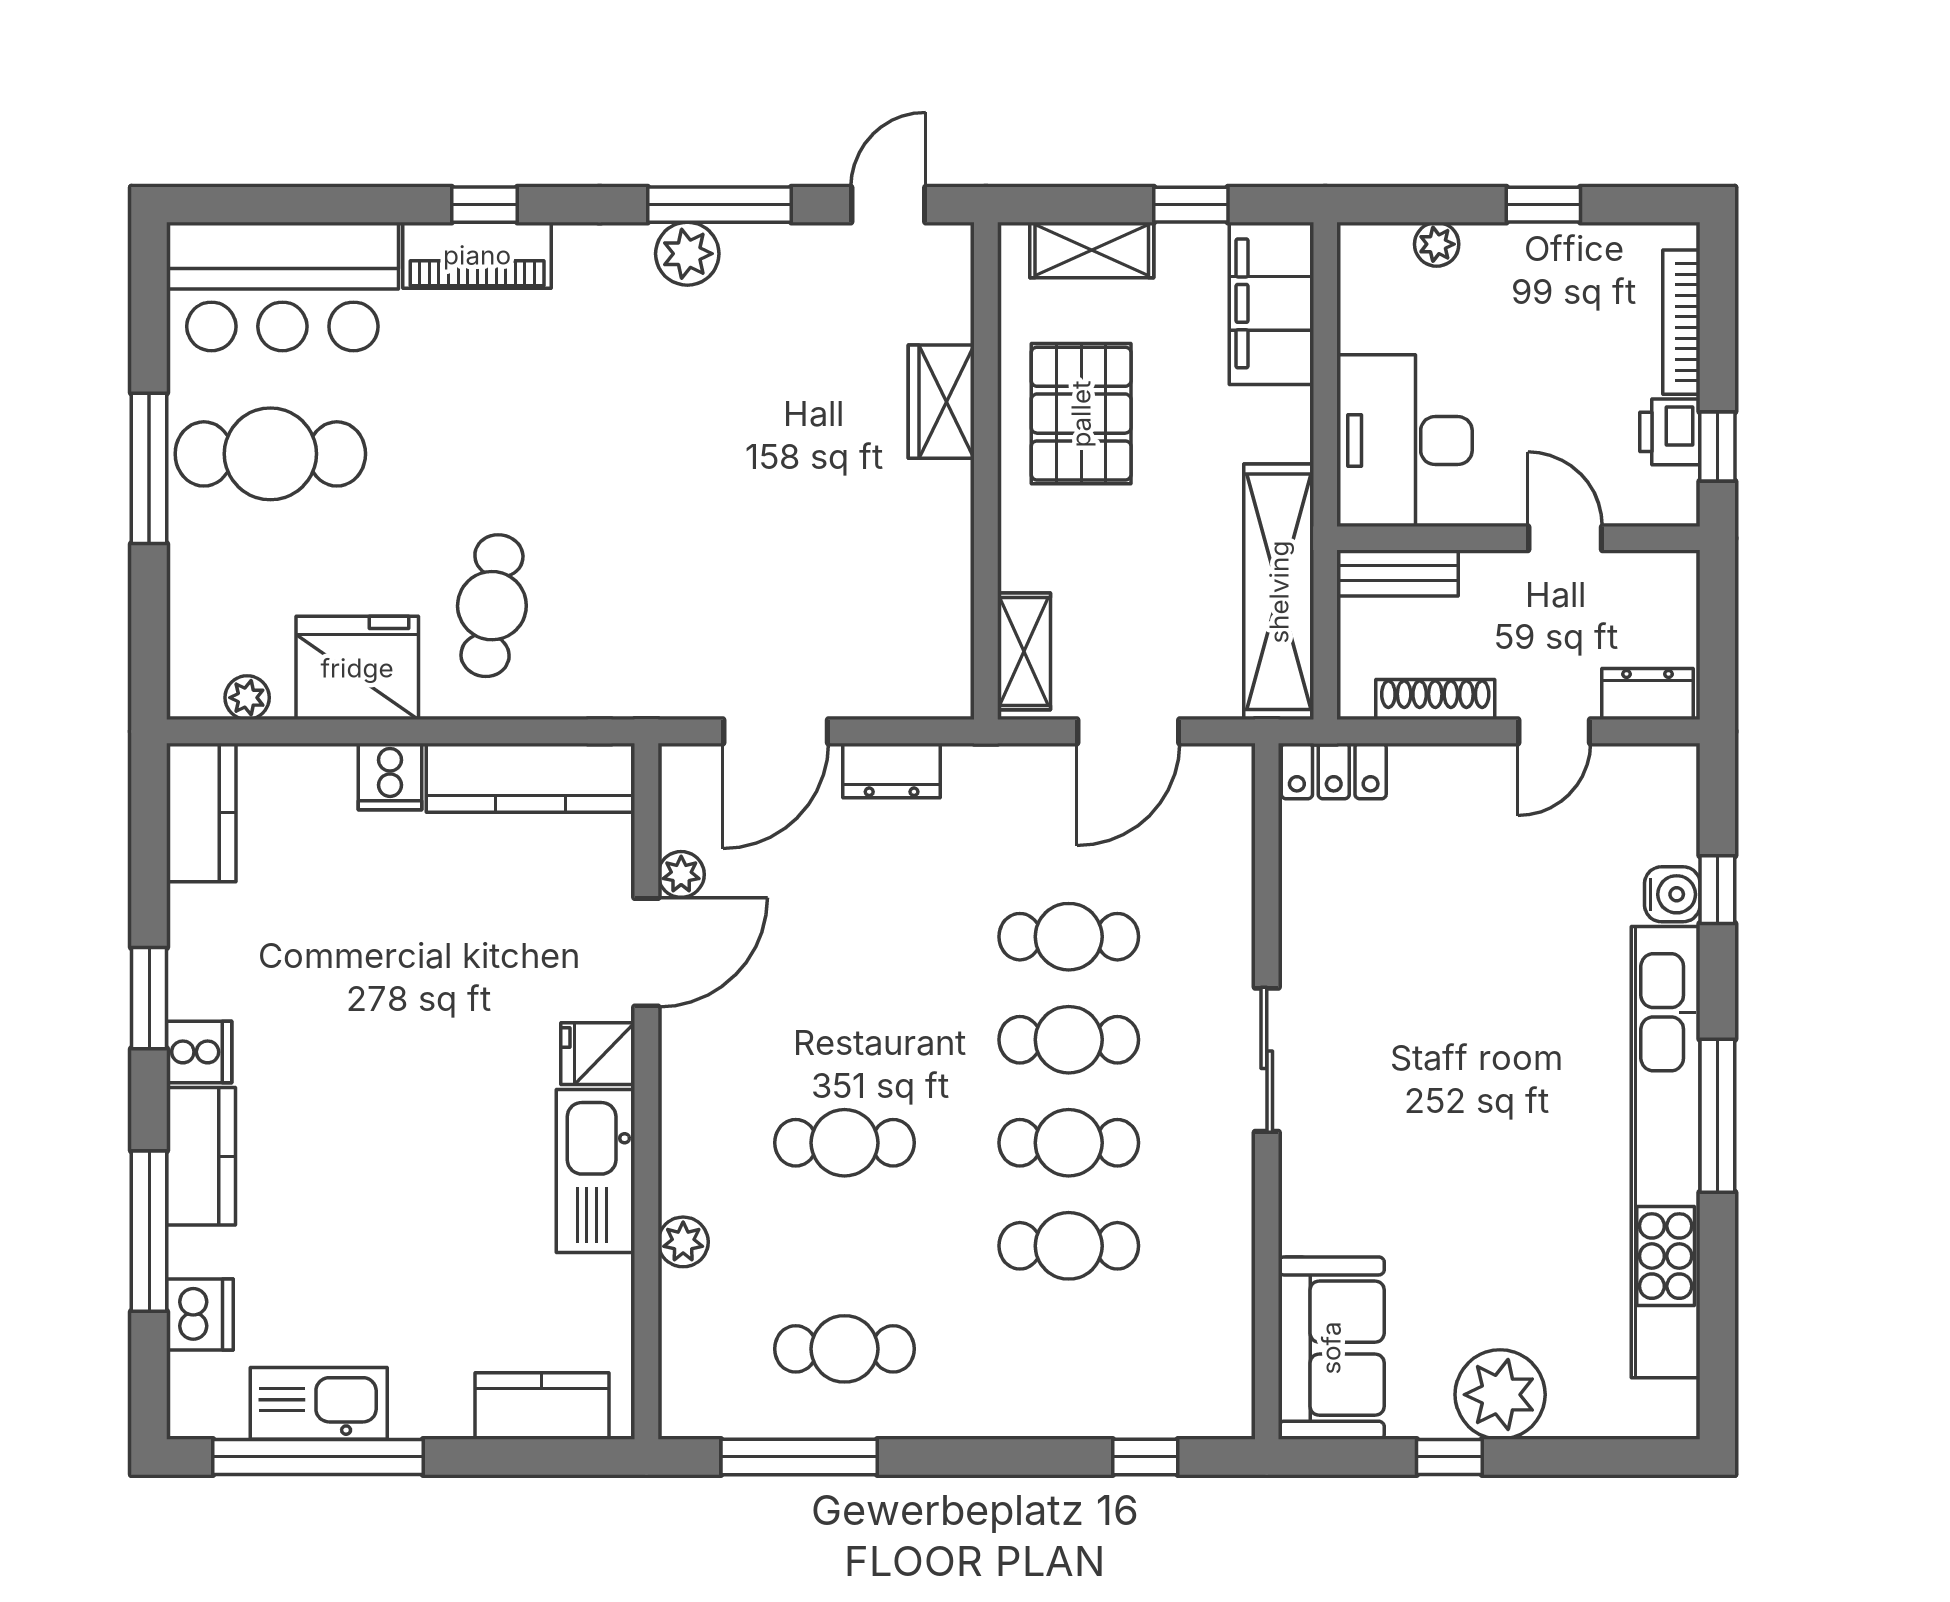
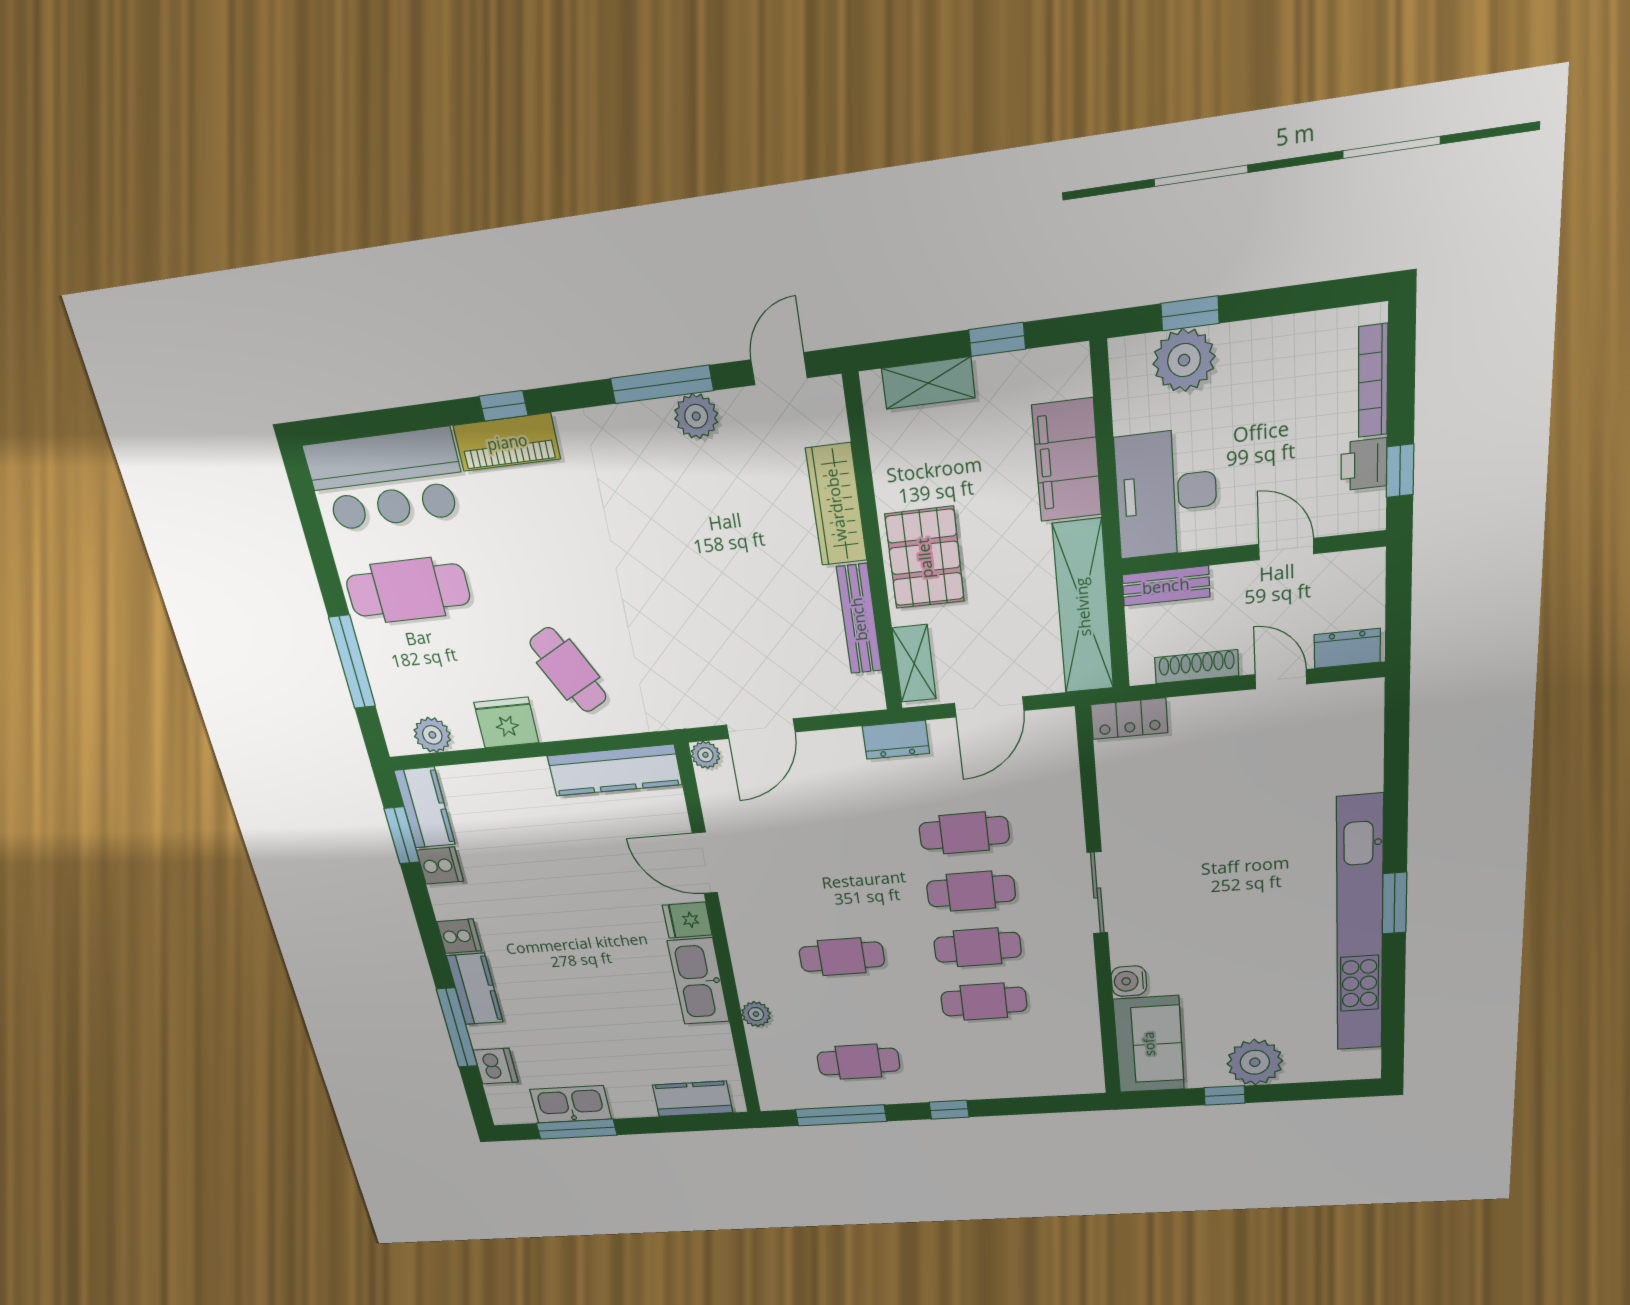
window: (1543, 205) -> (1190, 313), moved
plant: (1437, 244) -> (1184, 360), width x1.87, depth x1.87
plant: (687, 254) -> (696, 416), moved
filing cabinet: (1271, 303) -> (1067, 460), moved
wardrobe: (941, 402) -> (836, 505), width x1.50
pallet: (1081, 414) -> (925, 558), moved
window: (149, 468) -> (352, 662), moved
bench: (951, 574) -> (859, 619), added
cafe table: (492, 606) -> (568, 670), turned -36
fridge: (357, 668) -> (506, 723), width x0.73, depth x0.75
plant: (247, 698) -> (432, 735), width x1.38, depth x1.38
door: (1554, 731) -> (1281, 679), swing flipped
dresser: (892, 770) -> (896, 740), moved
cooker: (390, 776) -> (440, 866), moved, turned -90
plant: (681, 874) -> (705, 755), moved
window: (1717, 890) -> (1396, 769), removed
water cooler: (1672, 894) -> (1129, 981), moved, turned 180
door: (646, 952) -> (705, 863), swing flipped
window: (149, 998) -> (402, 835), moved
window: (1717, 1116) -> (1394, 903), width x0.69
window: (318, 1457) -> (577, 1129), width x0.68
window: (1145, 1457) -> (949, 1110), moved

